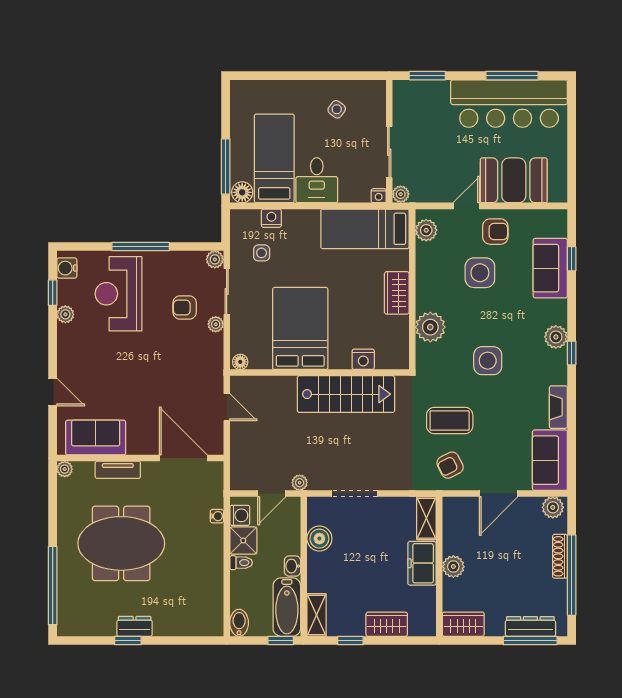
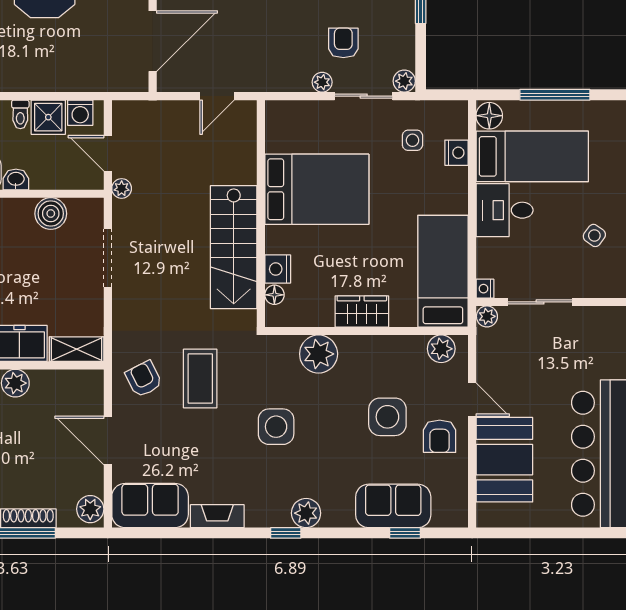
window: (226, 167) -> (555, 95), moved
floor lamp: (240, 362) -> (274, 295), moved
water cooler: (217, 516) -> (79, 84), removed

